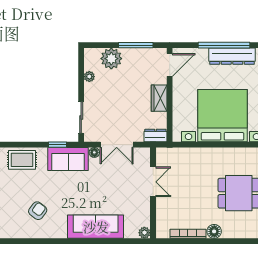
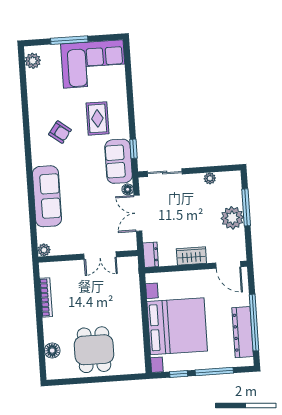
window: (136, 45) -> (246, 207), moved
plant: (111, 59) -> (232, 218), moved
rug: (22, 160) -> (97, 118), moved
floor lamp: (214, 231) -> (52, 351), moved

